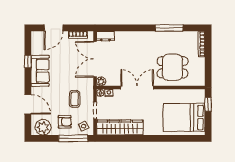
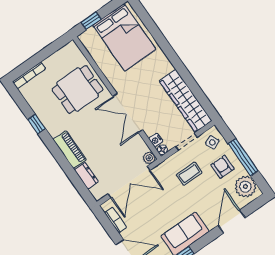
window: (169, 28) -> (36, 124), width x0.46
dresser: (105, 36) -> (86, 176), moved
piano: (140, 37) -> (70, 150), added
dining table: (172, 67) -> (78, 89), turned 90
window: (73, 138) -> (243, 157), moved

